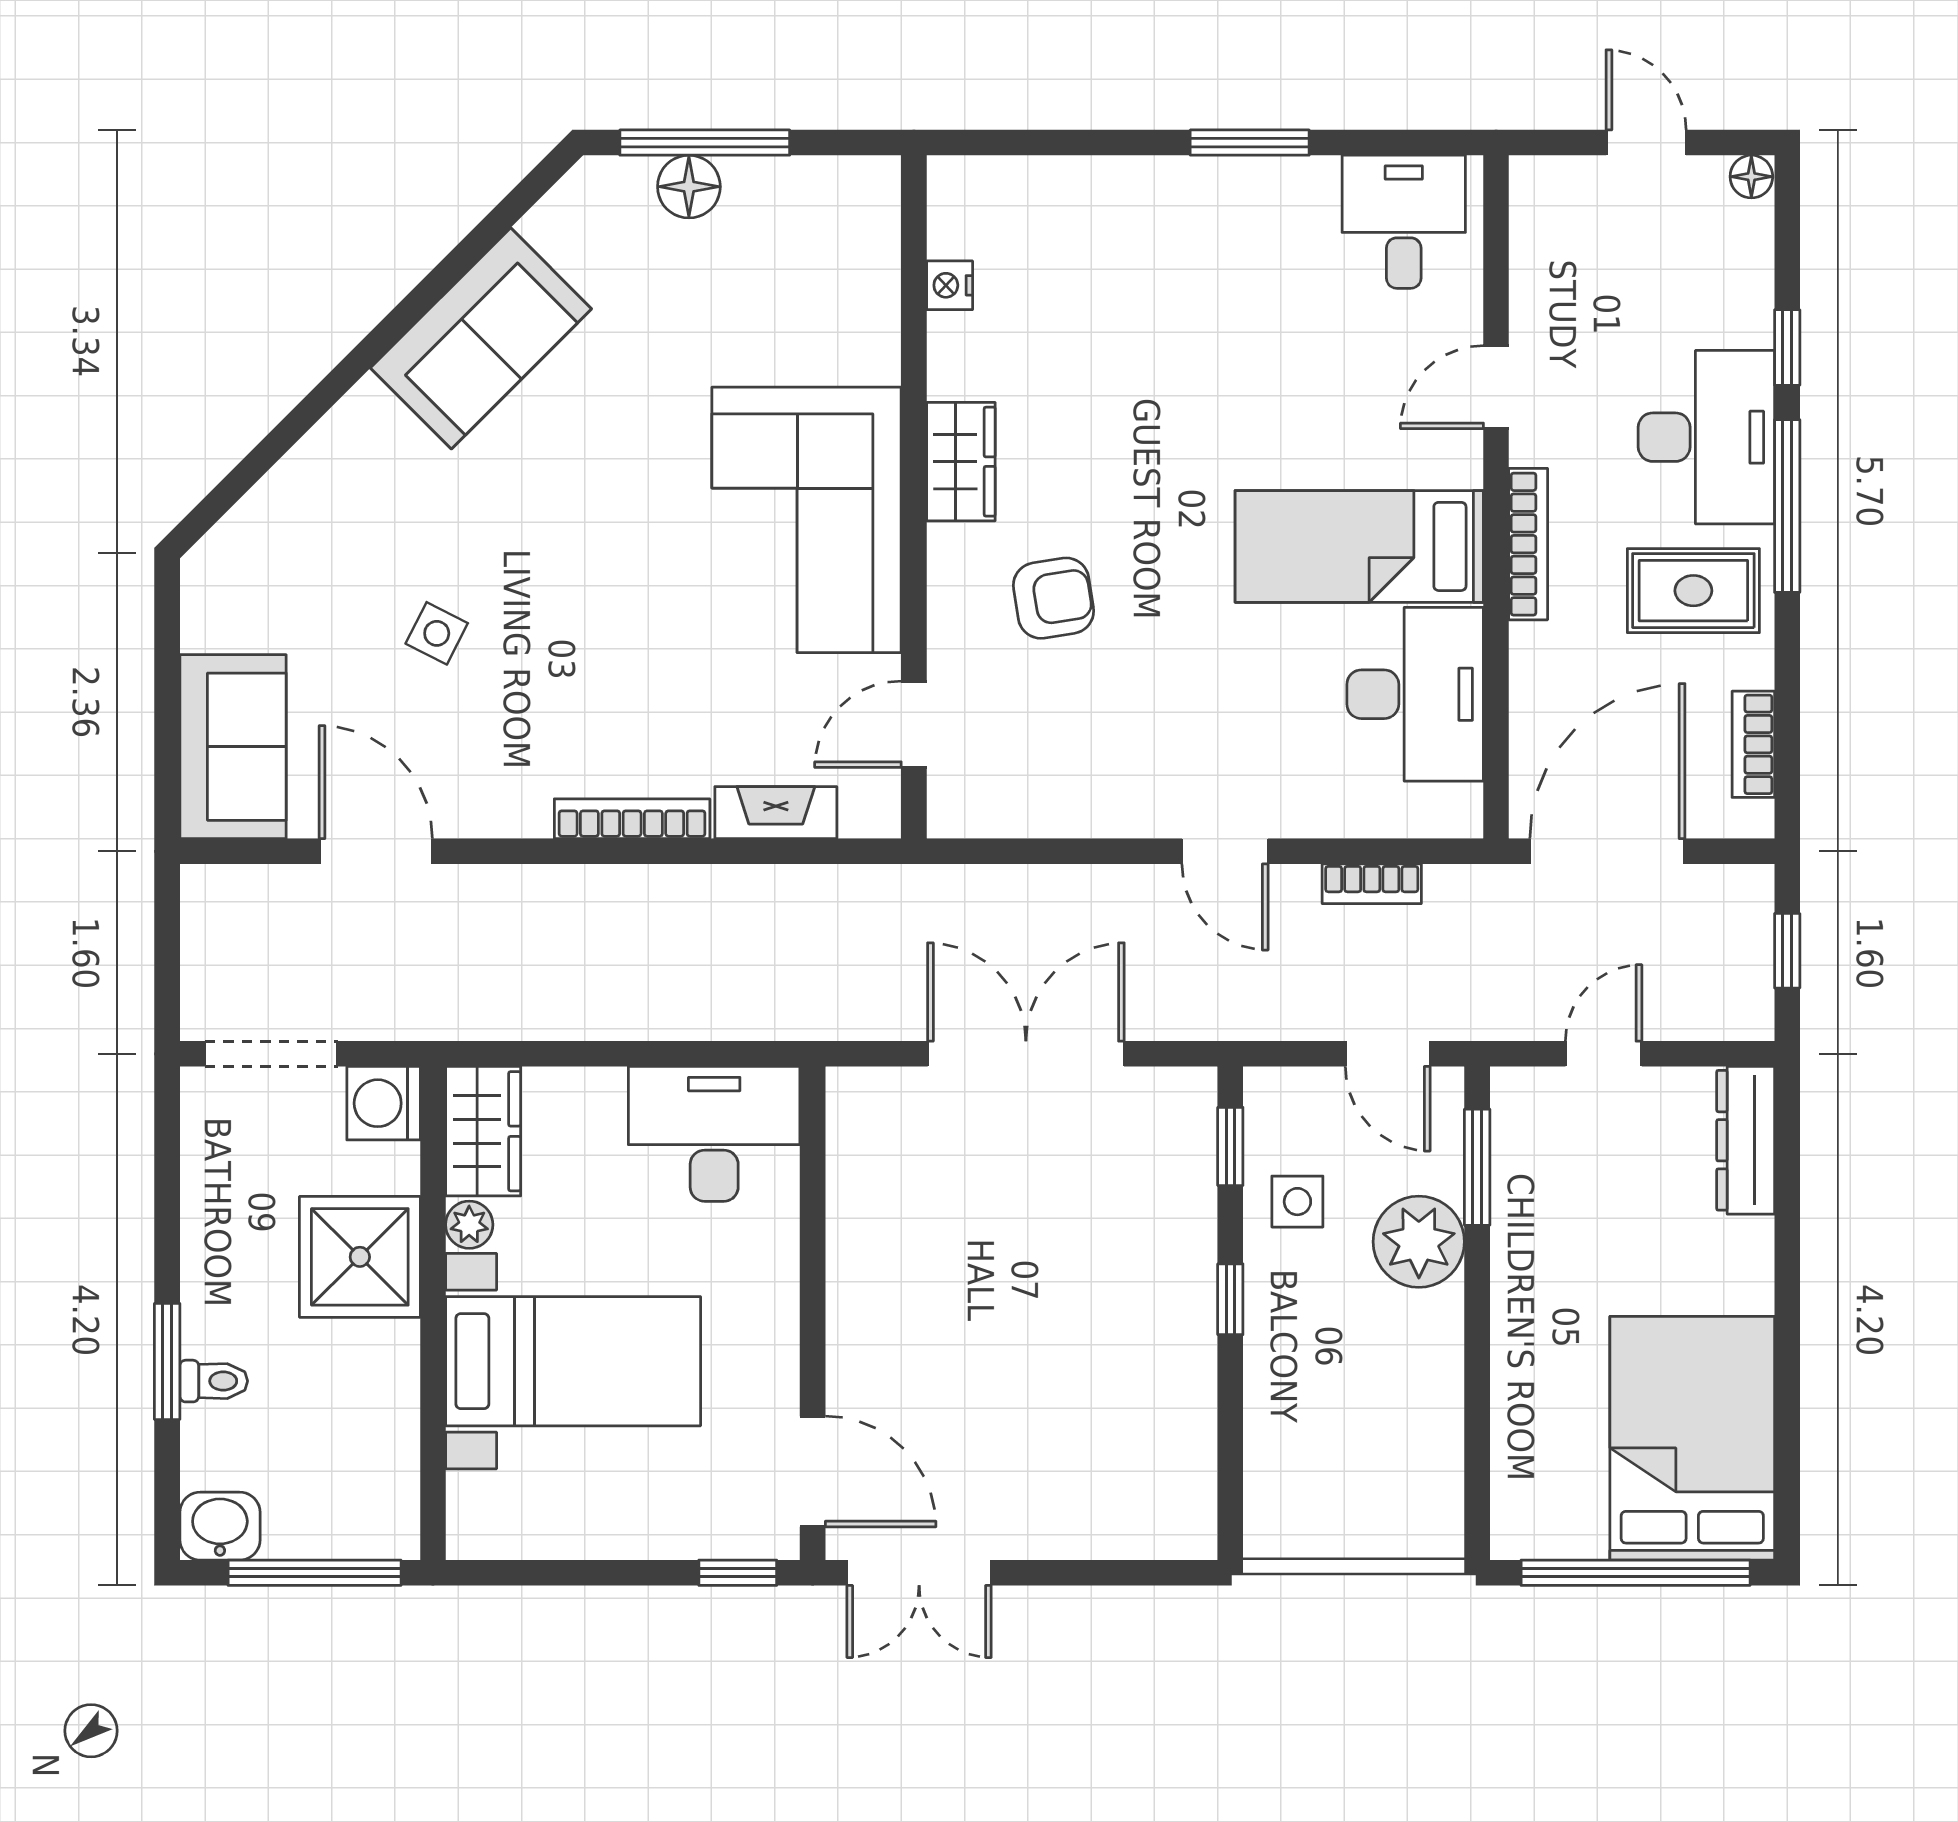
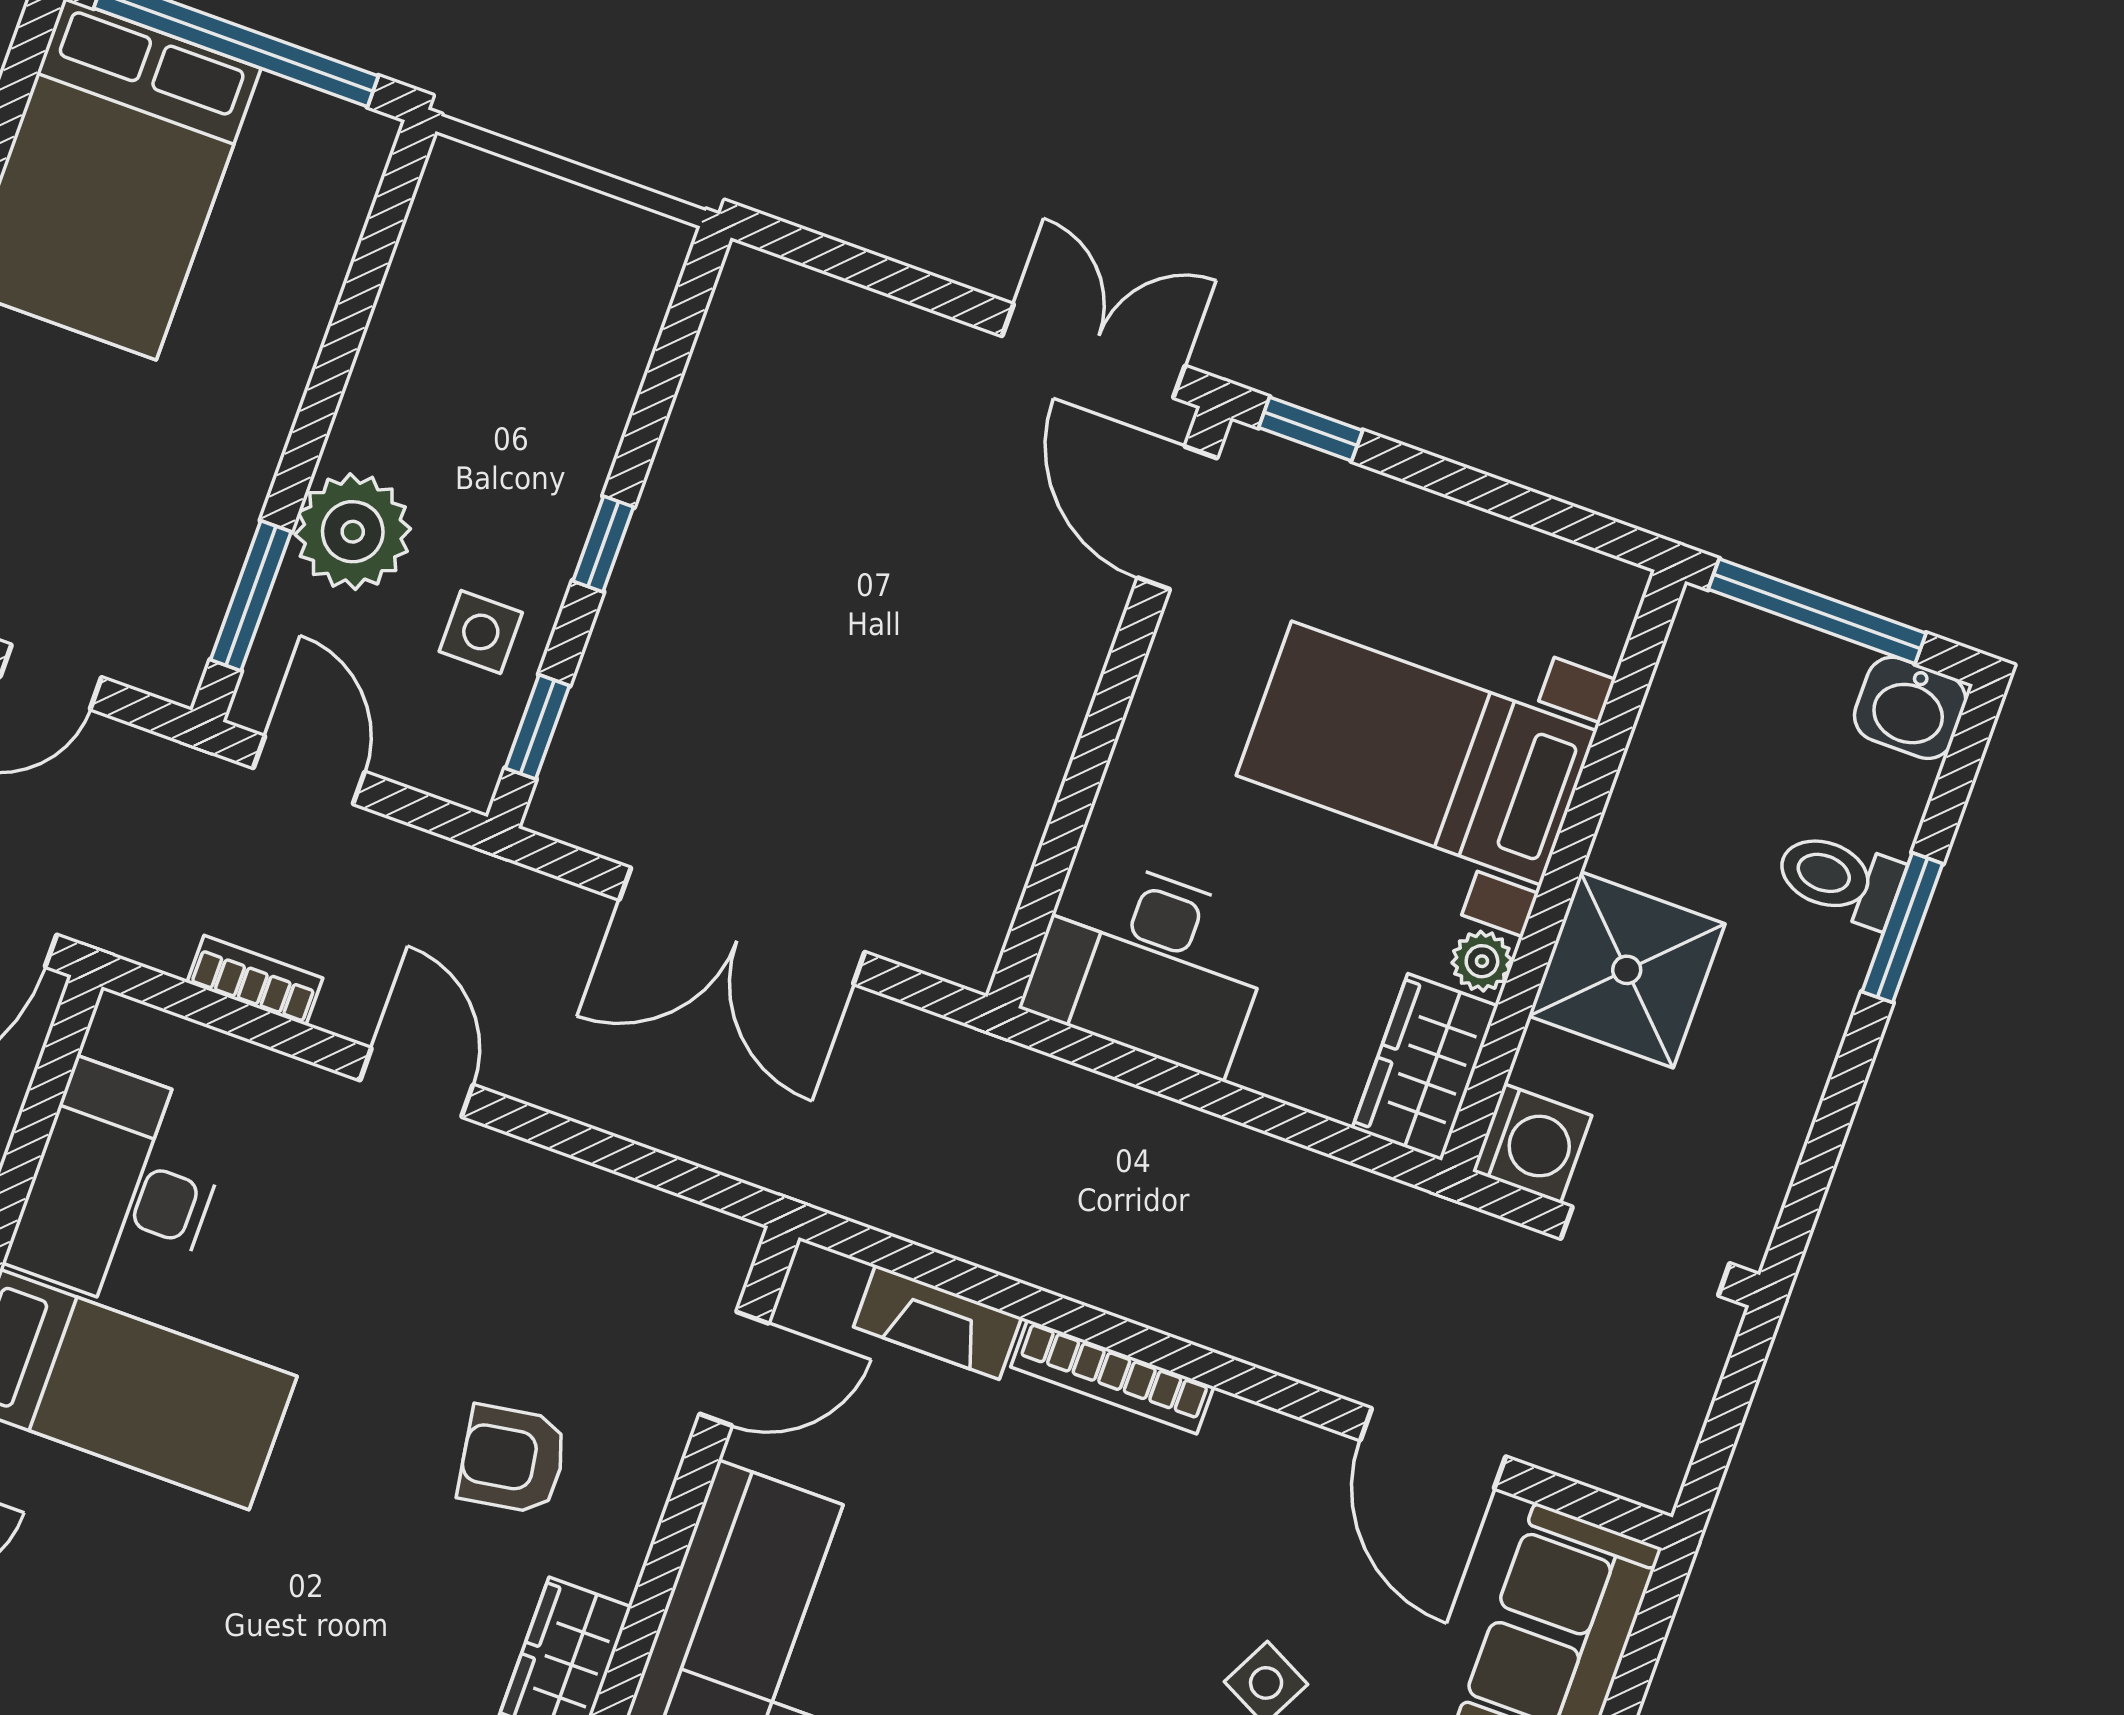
toilet: (214, 1381) -> (1839, 879), width x1.37, depth x1.39

